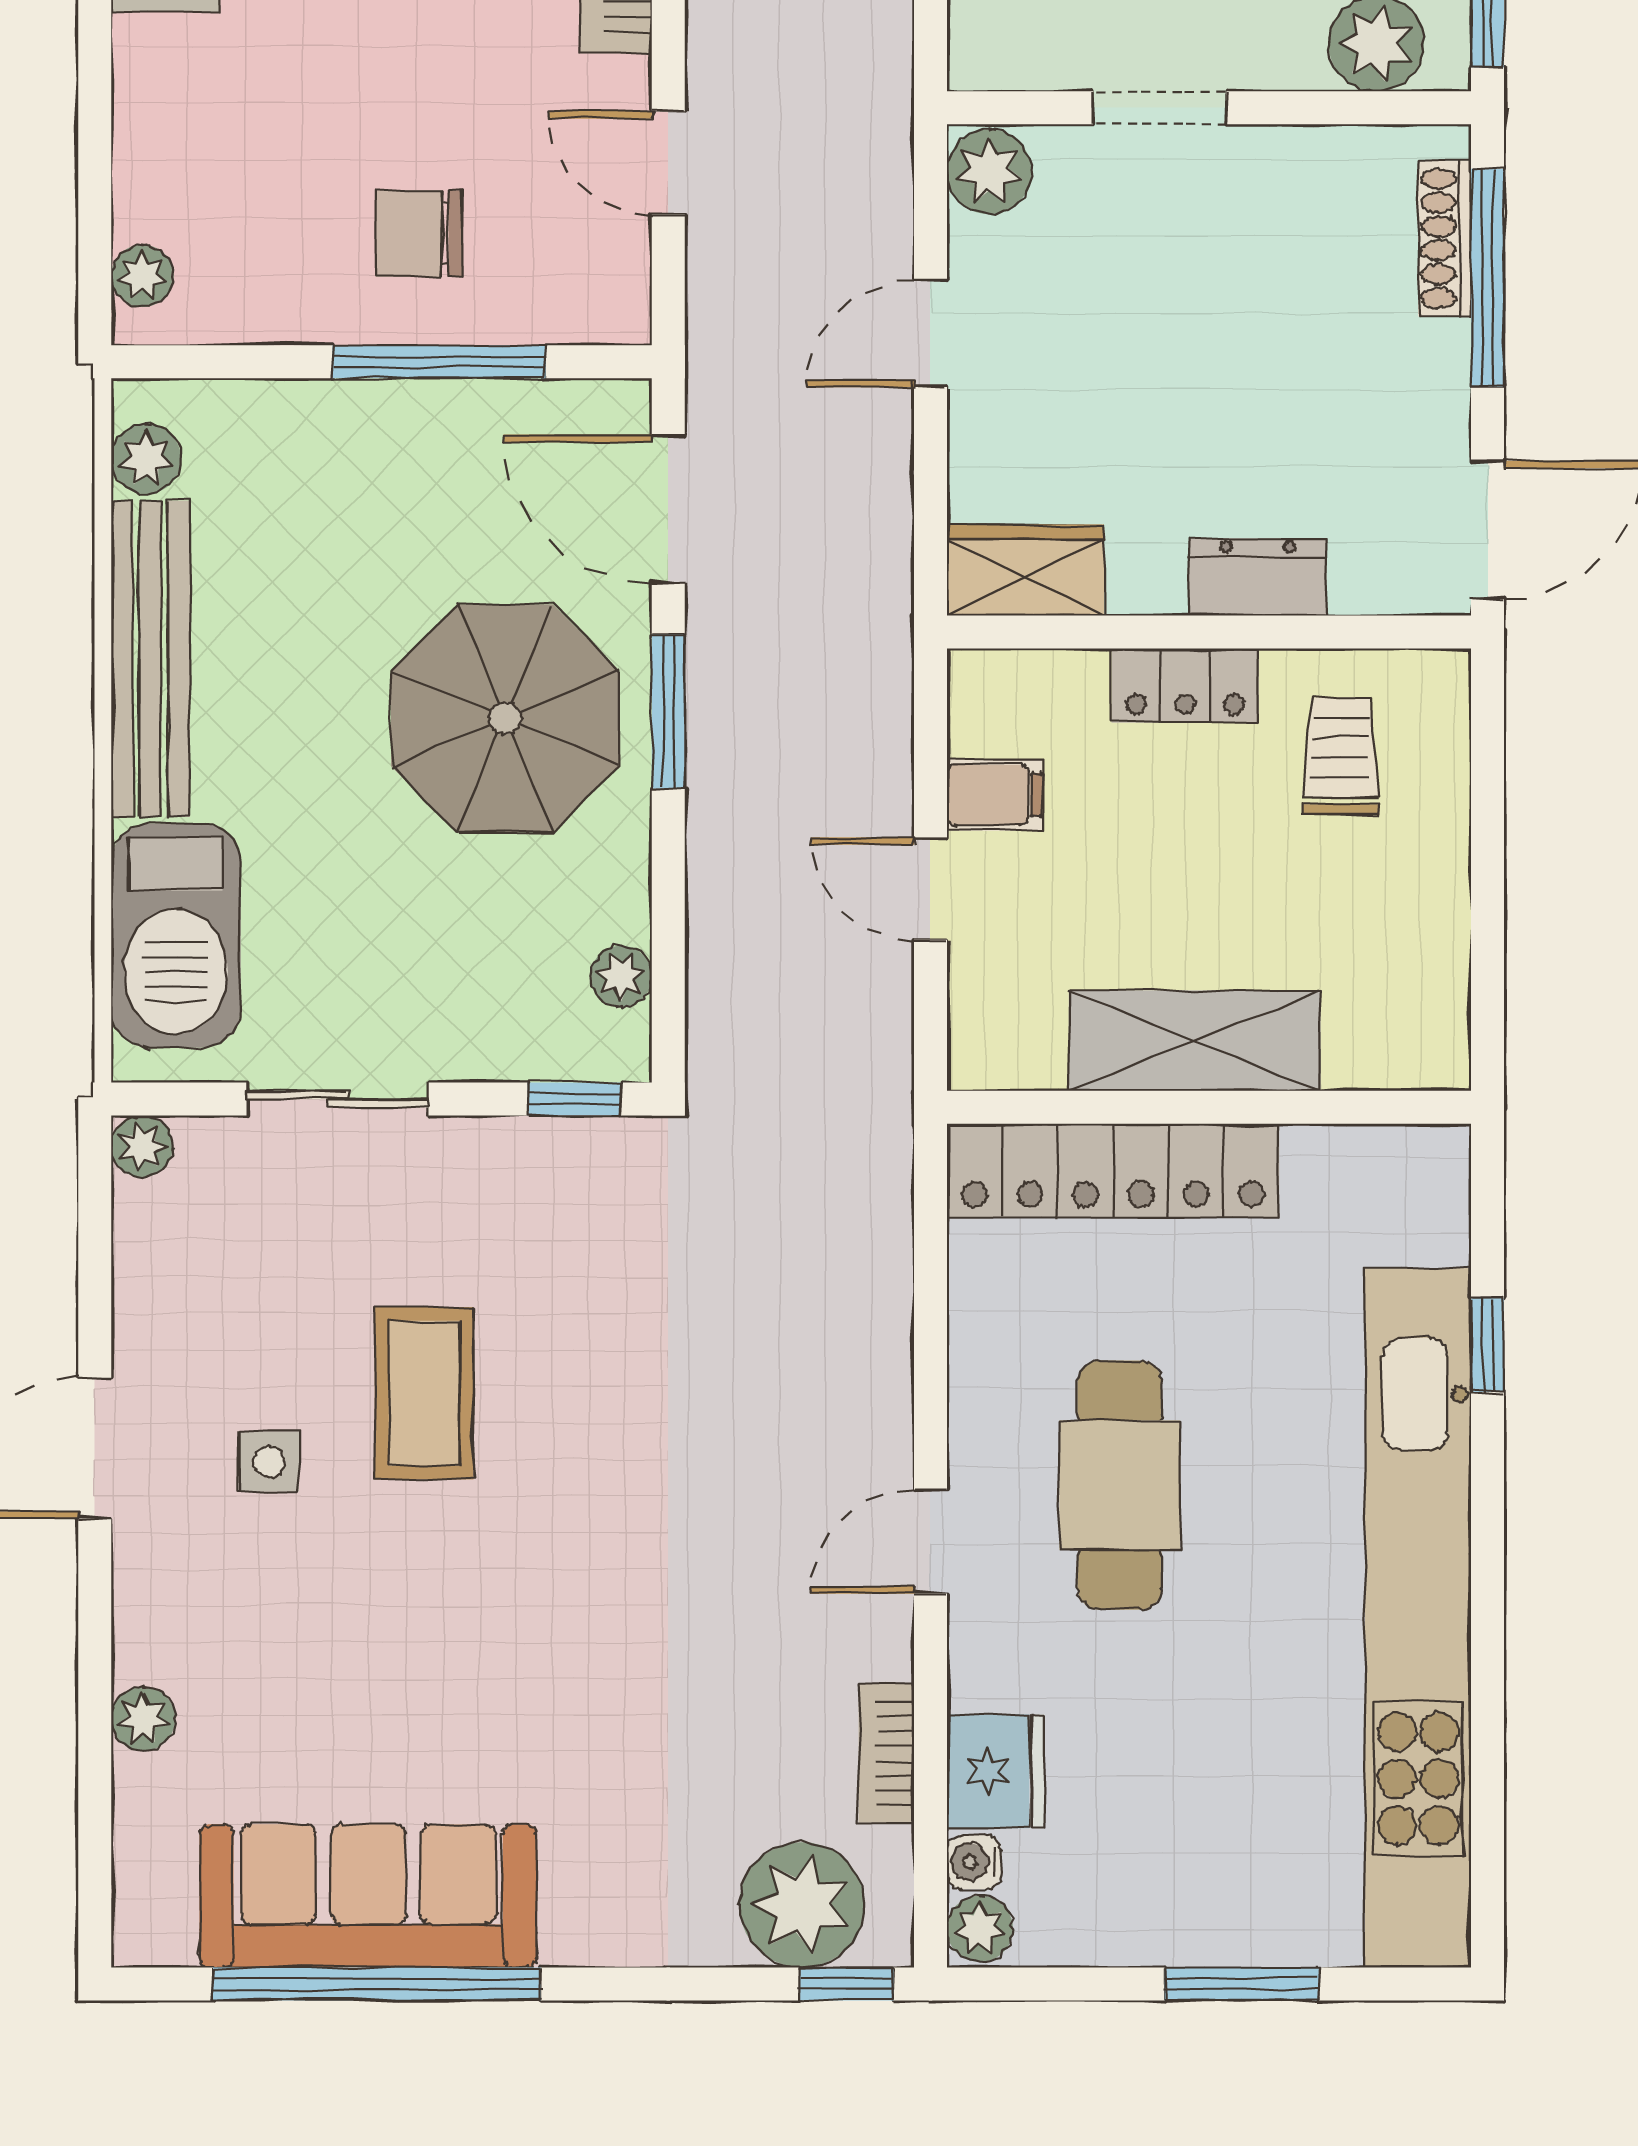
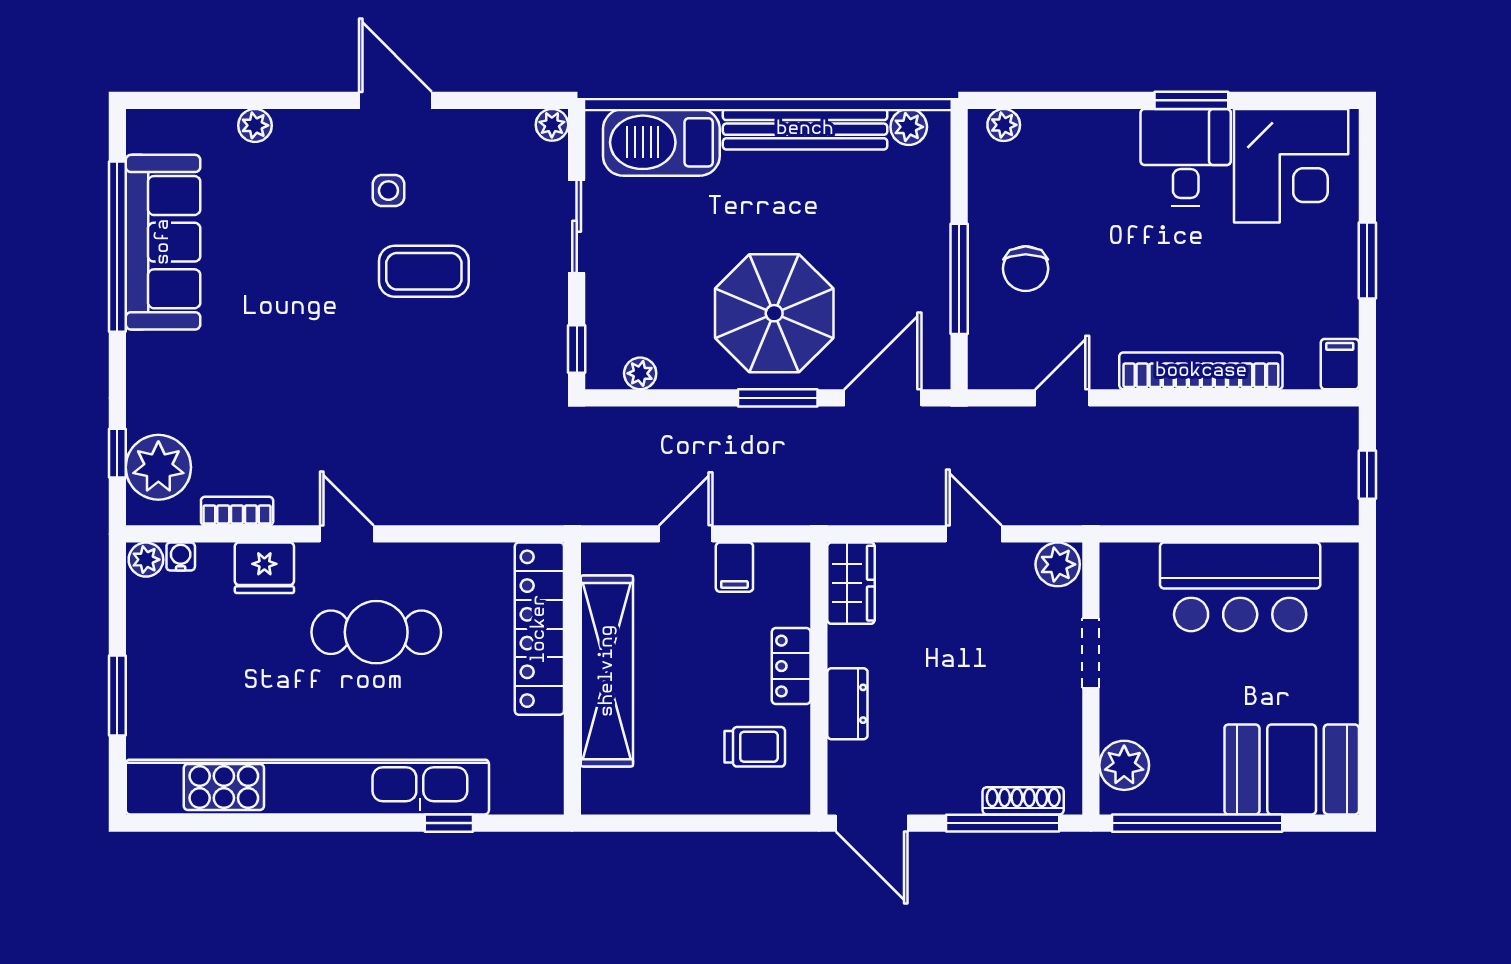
chair: (419, 234) -> (1026, 269), turned 180
shelving: (1195, 1041) -> (607, 671), width x1.47
fridge: (996, 1771) -> (264, 568), moved
window: (847, 1984) -> (117, 453), moved

